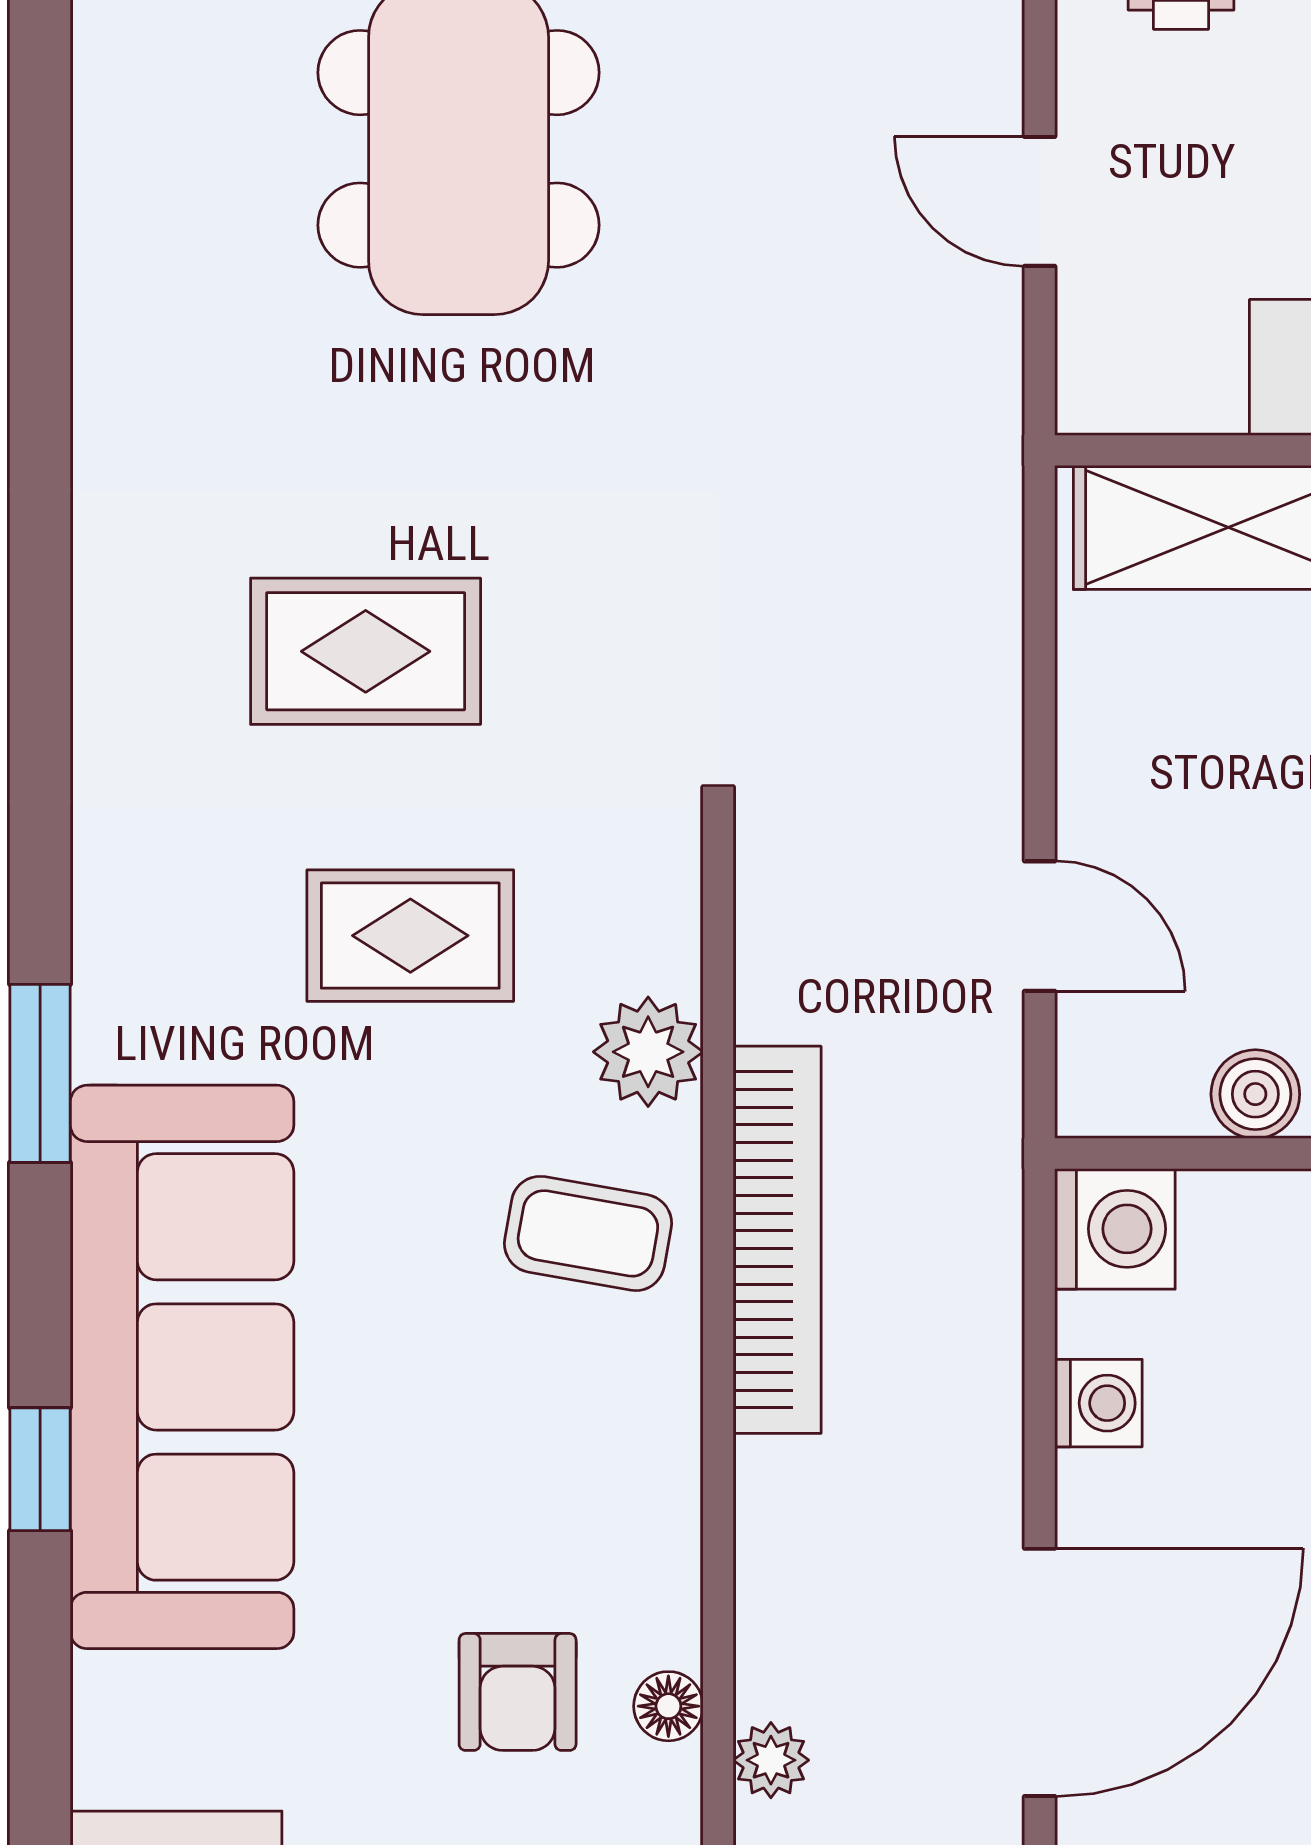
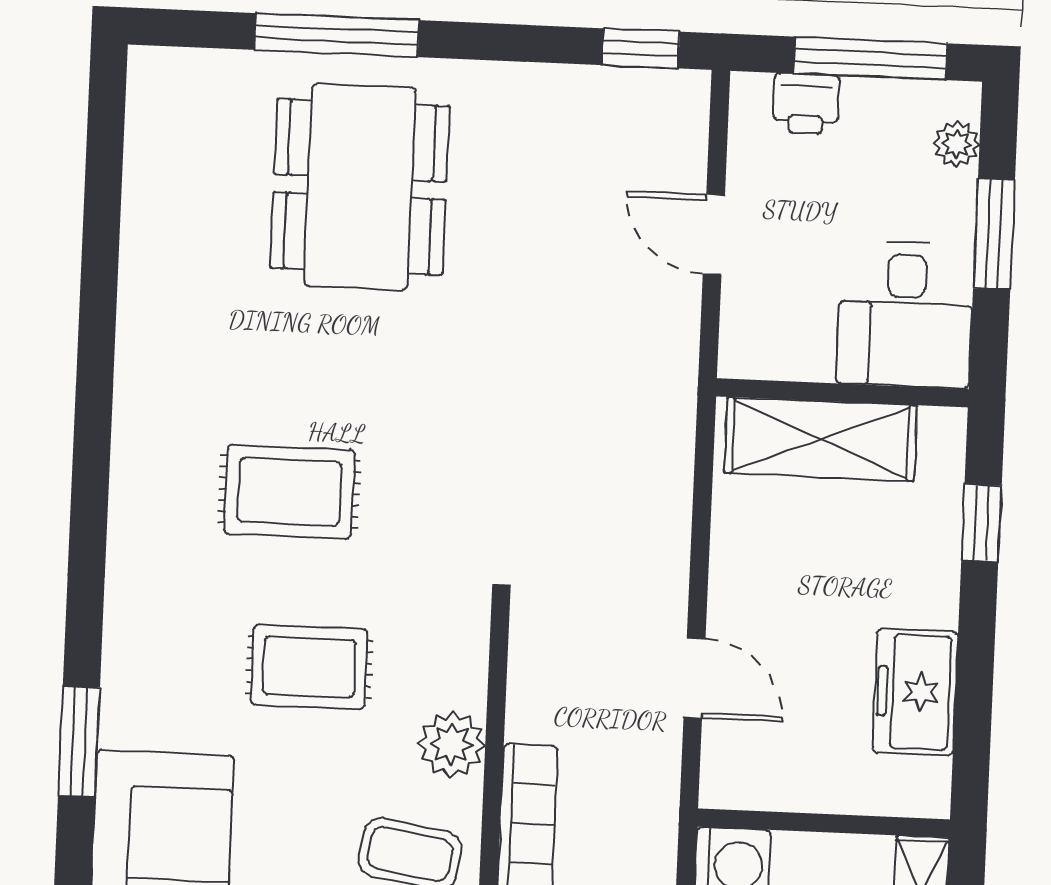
boiler: (1255, 1094) -> (822, 787), removed

